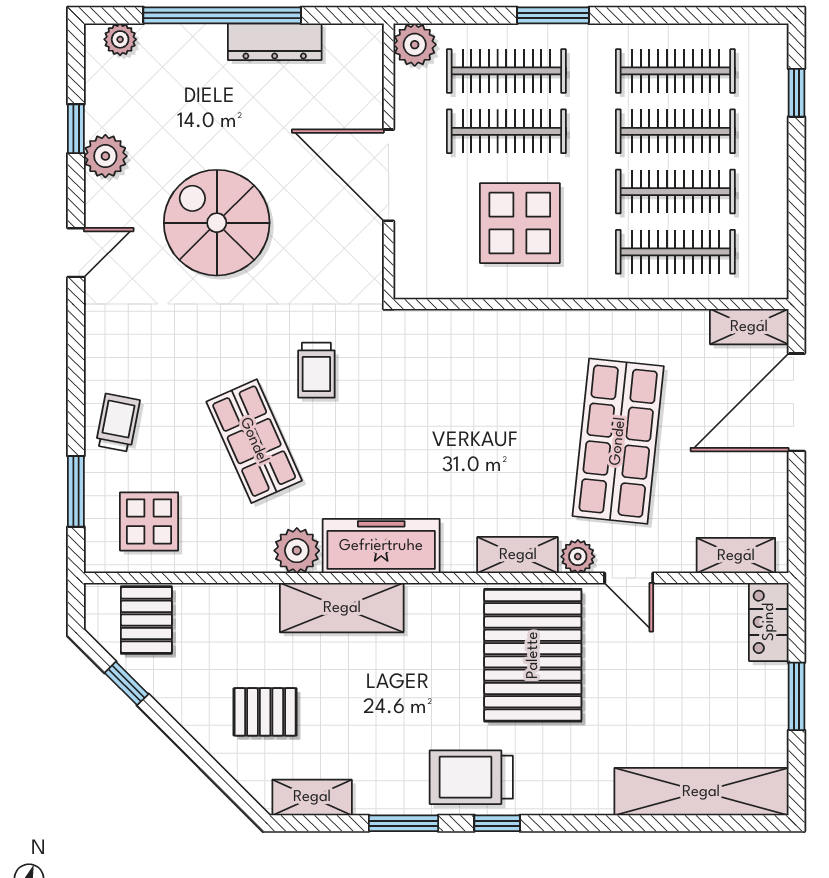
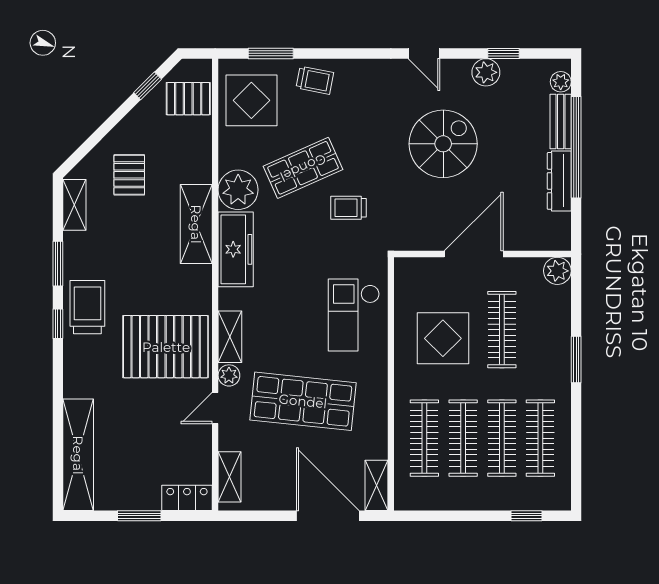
bench: (182, 40) -> (561, 121), added
clothes rail: (506, 71) -> (540, 330), removed
checkout: (483, 362) -> (354, 315), added
display table: (149, 521) -> (251, 100), width x1.36, depth x1.36
plant: (297, 551) -> (238, 190), width x1.36, depth x1.36

